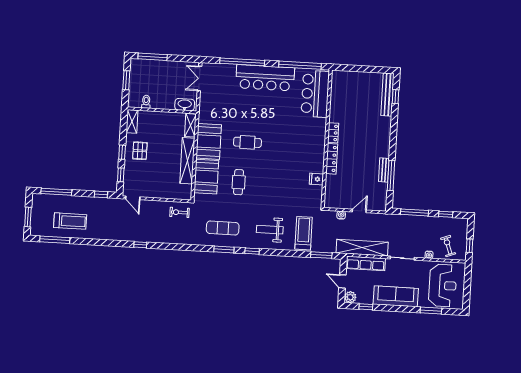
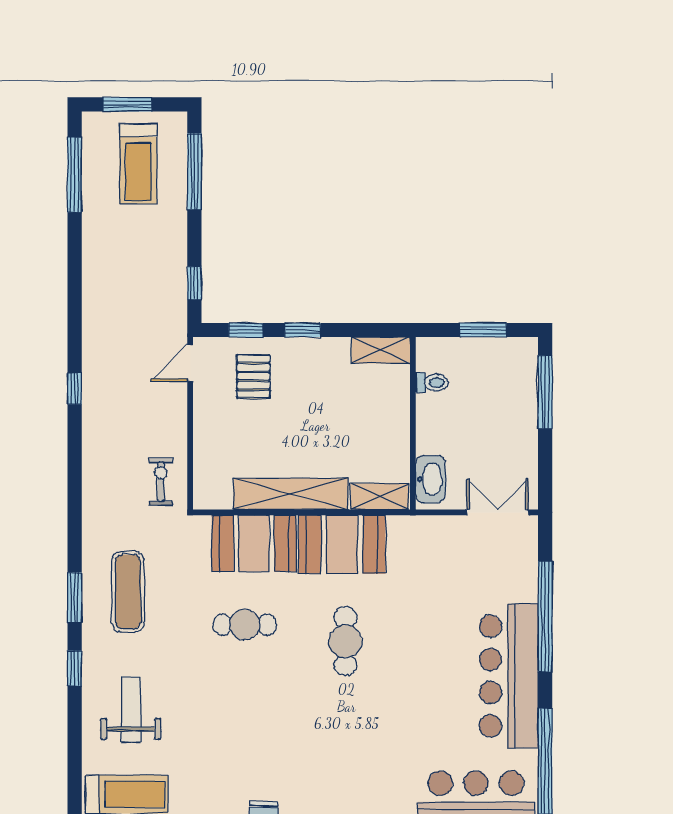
pallet: (140, 151) -> (253, 376), moved, turned 90
treadmill: (70, 221) -> (138, 164), moved

